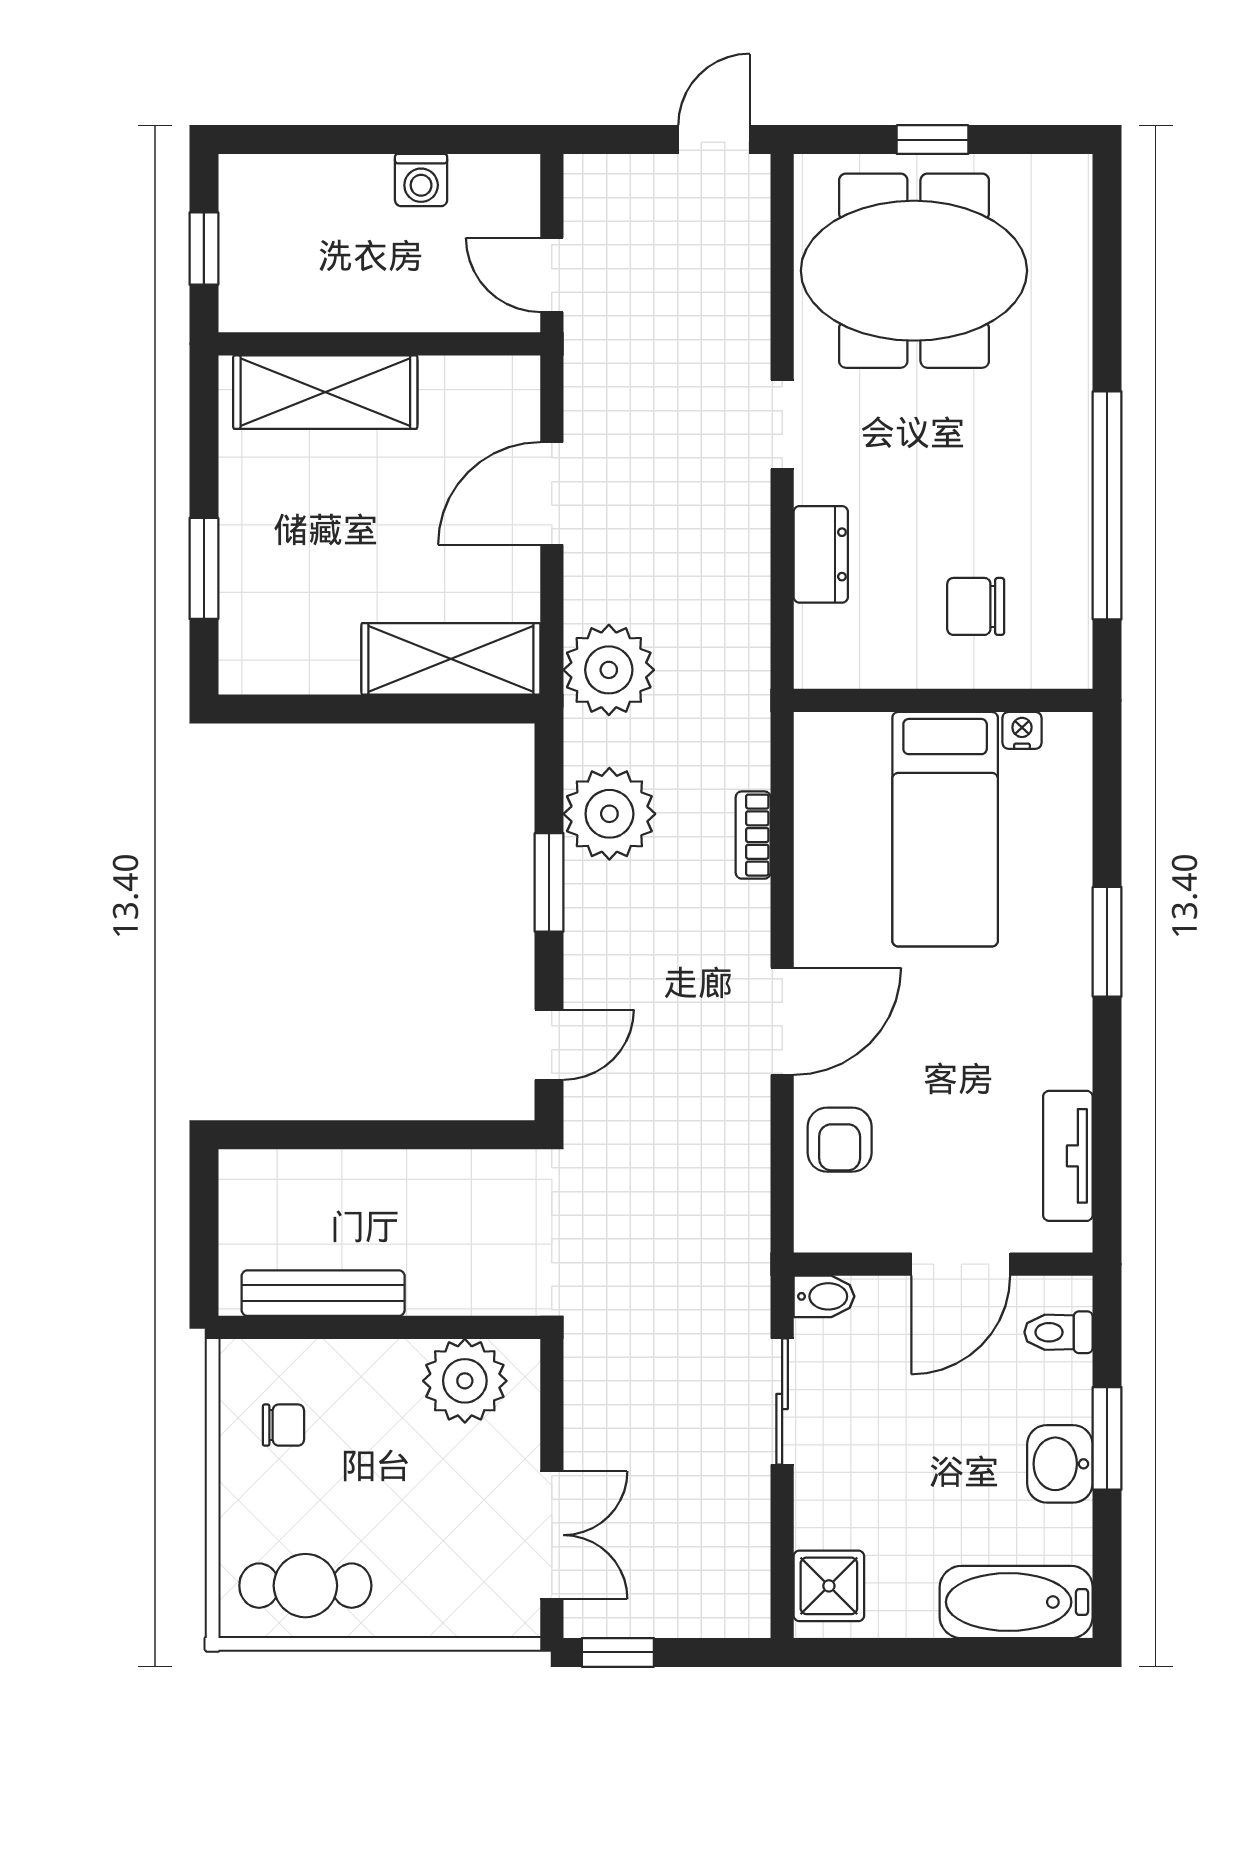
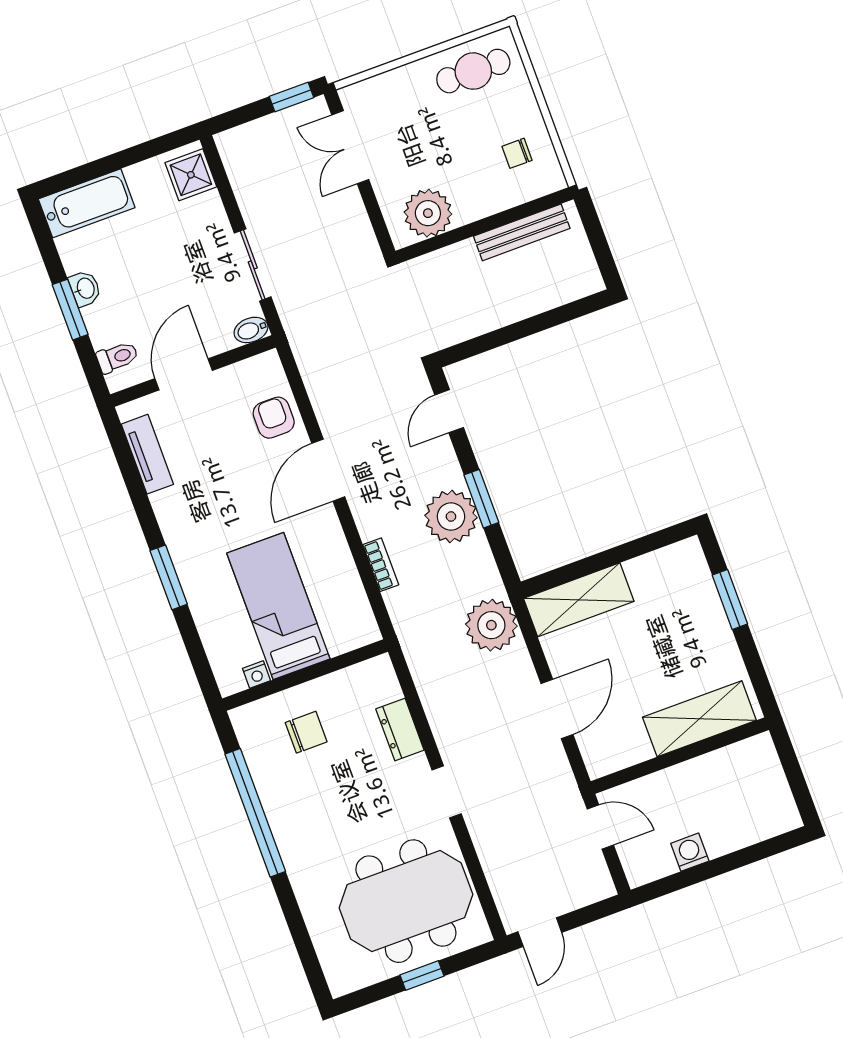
window: (204, 249) -> (793, 772), removed
plant: (609, 814) -> (451, 516), moved
washbasin: (1060, 1464) -> (85, 288), width x0.72, depth x0.69

